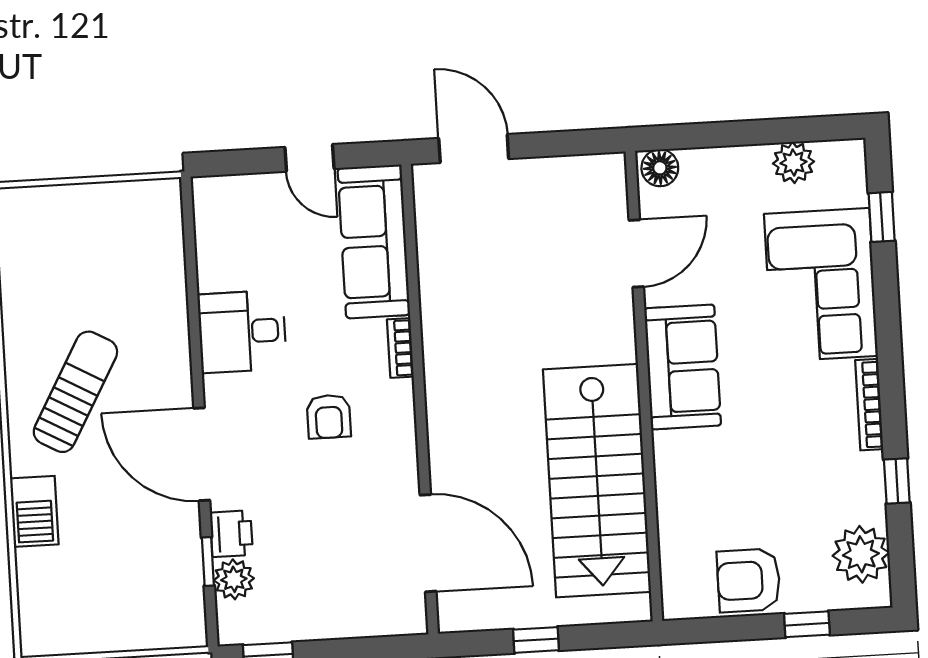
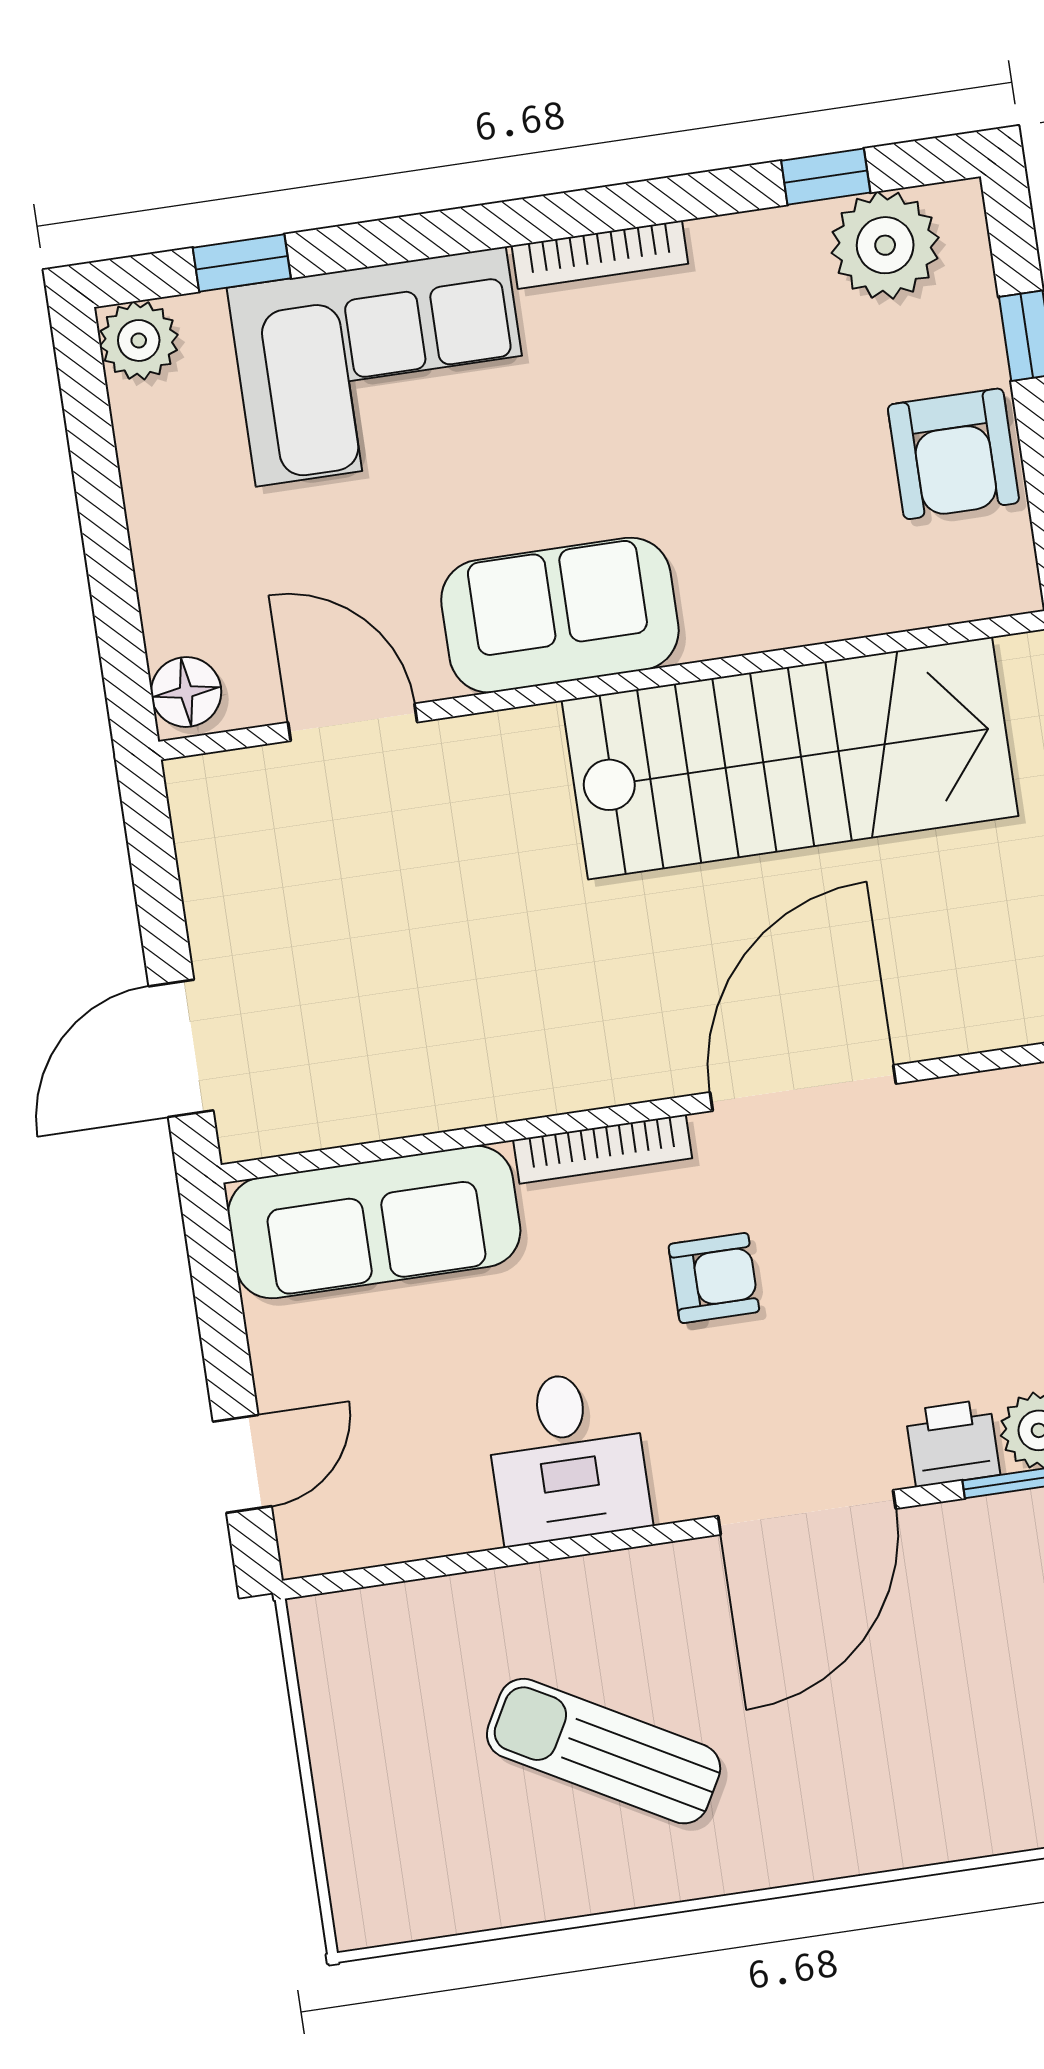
door: (310, 158) -> (242, 1464), moved
plant: (793, 162) -> (139, 340), moved
bookcase: (400, 348) -> (603, 1149), width x1.56
sun lounger: (75, 392) -> (604, 1751), moved
window: (897, 481) -> (826, 177), moved
barbecue: (34, 511) -> (943, 1820), removed
door: (428, 543) -> (803, 1088), moved

